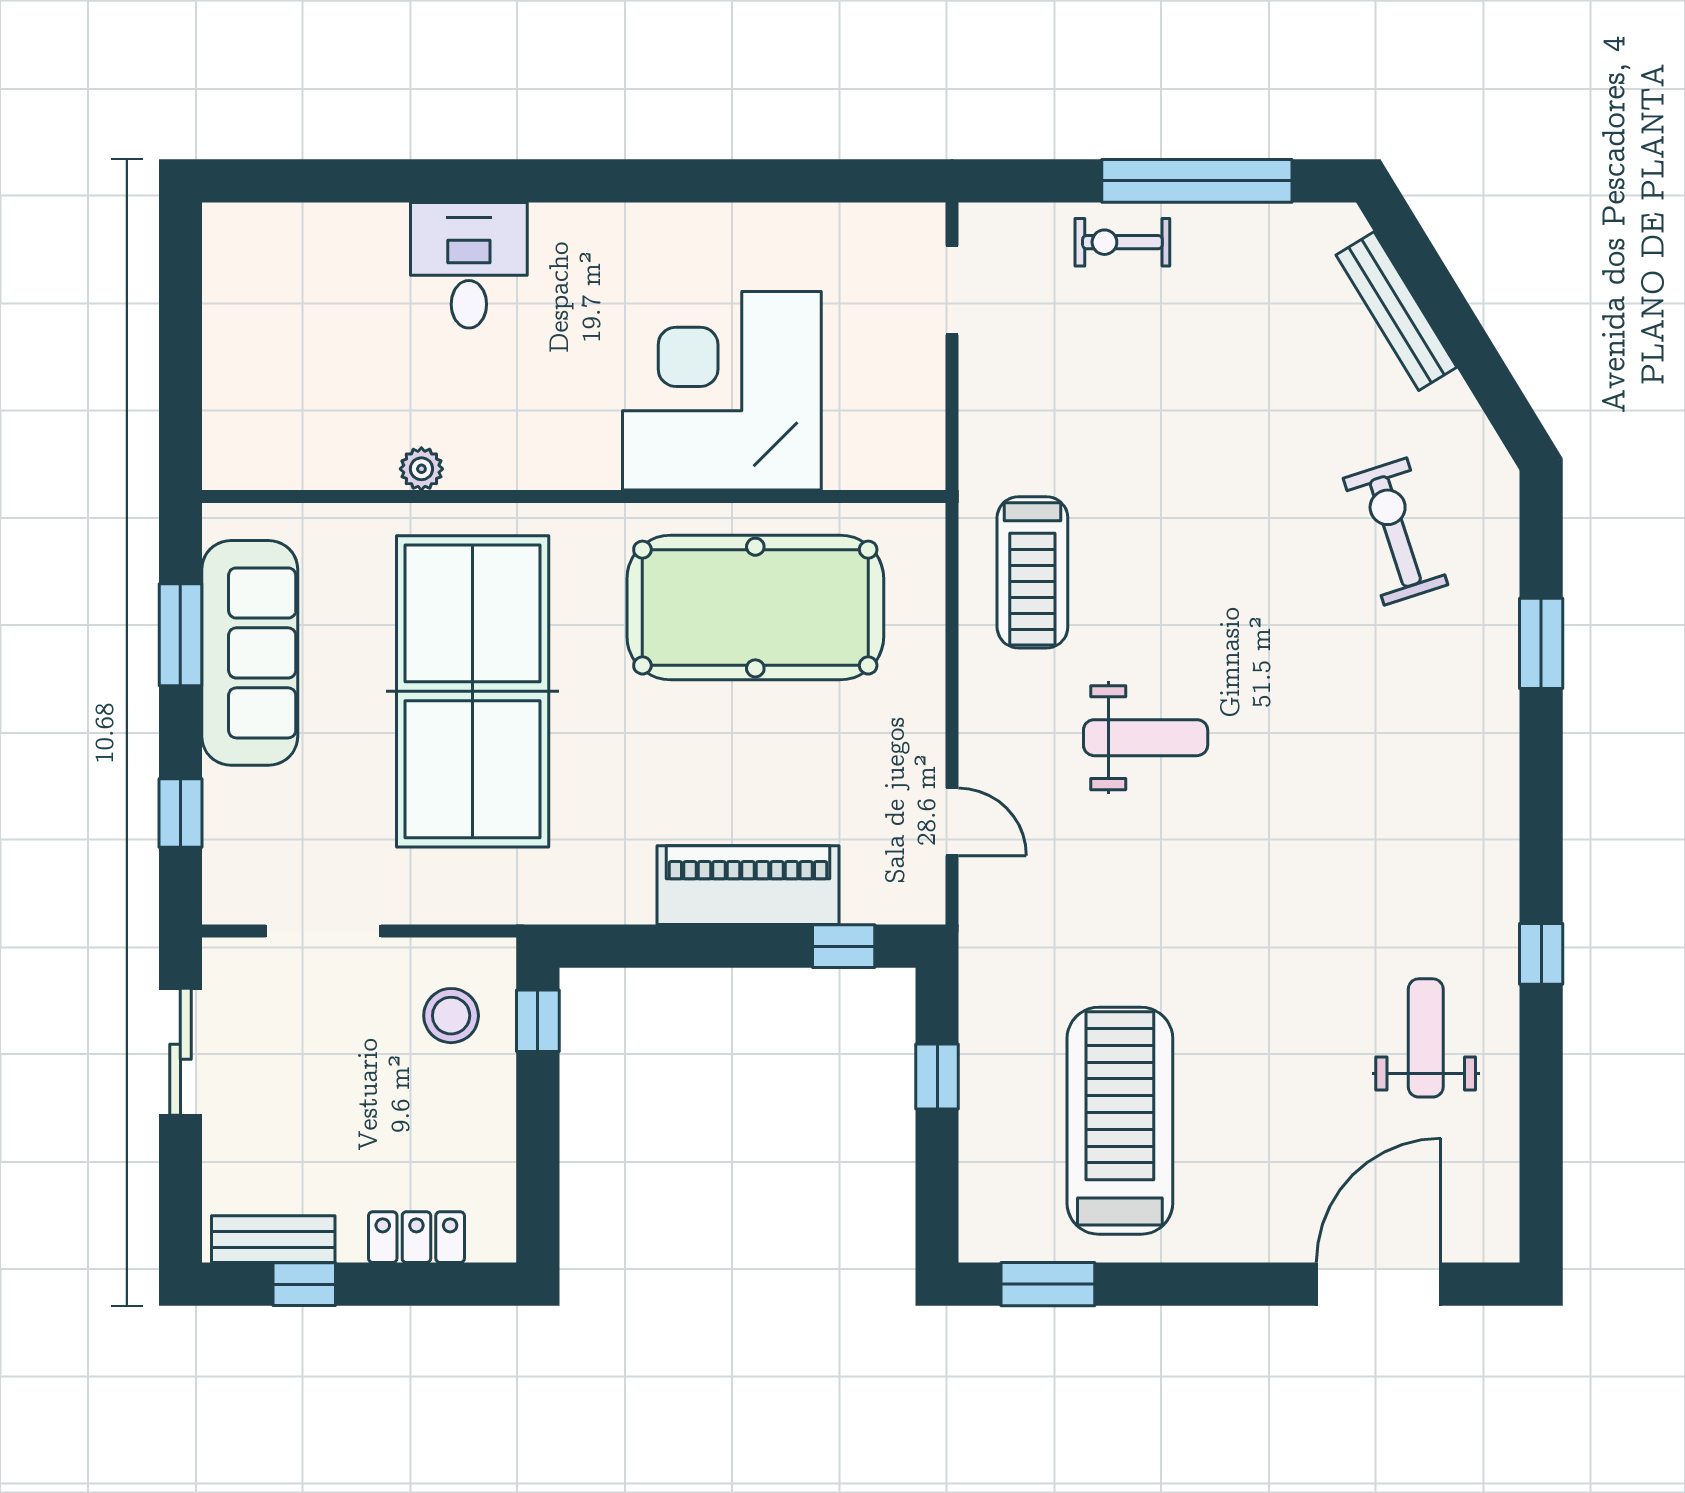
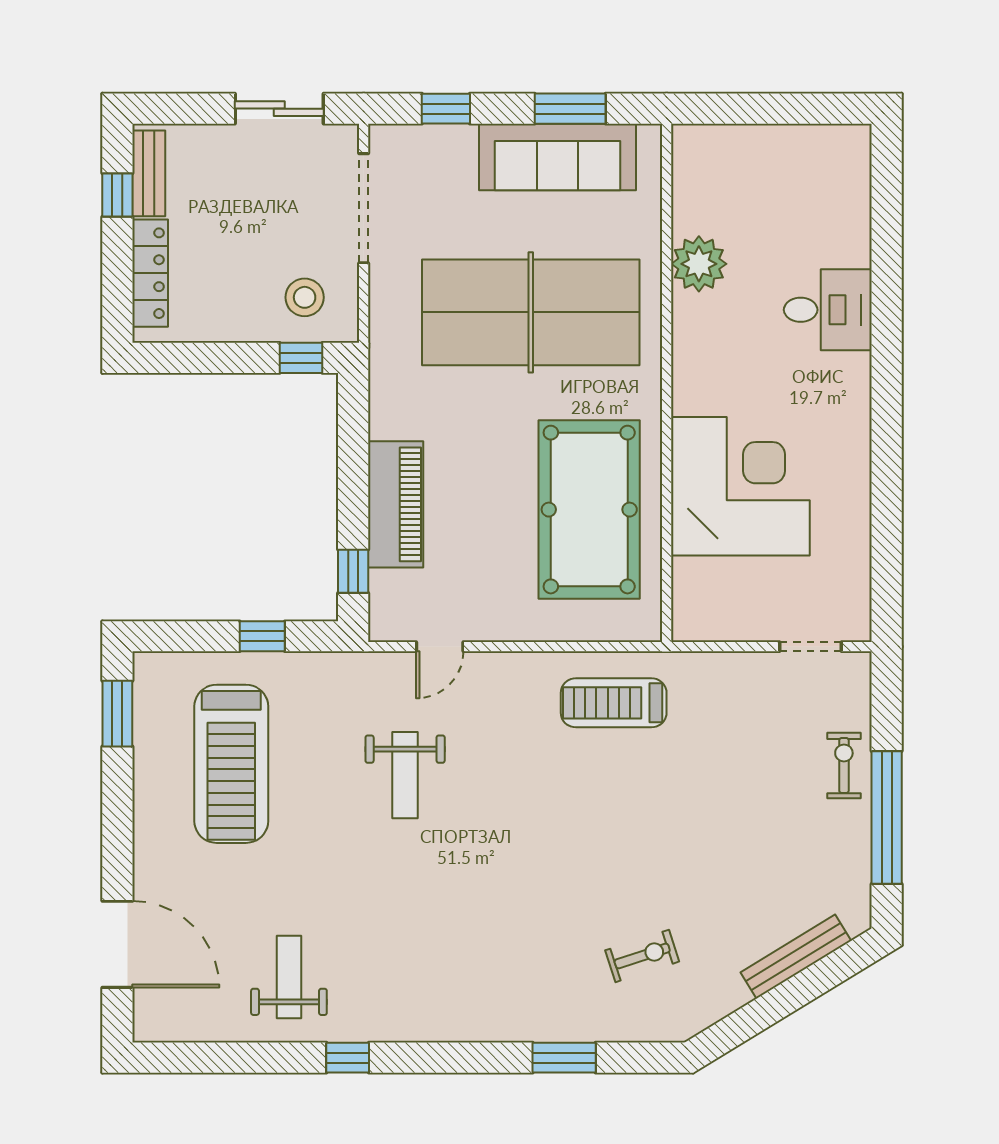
plant: (421, 469) -> (699, 264), width x1.88, depth x1.88
exercise bike: (1395, 532) -> (642, 956), width x0.73, depth x0.72
weight bench: (1146, 738) -> (405, 775), moved
doorway: (323, 931) -> (364, 208), width x1.36
weight bench: (1426, 1038) -> (289, 977), turned -90
treadmill: (1120, 1121) -> (231, 764), turned 90
locker: (416, 1237) -> (150, 273), width x1.53

